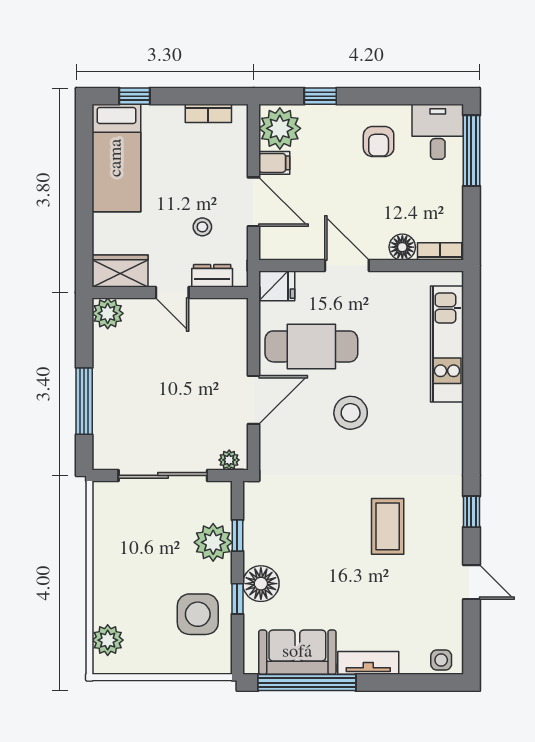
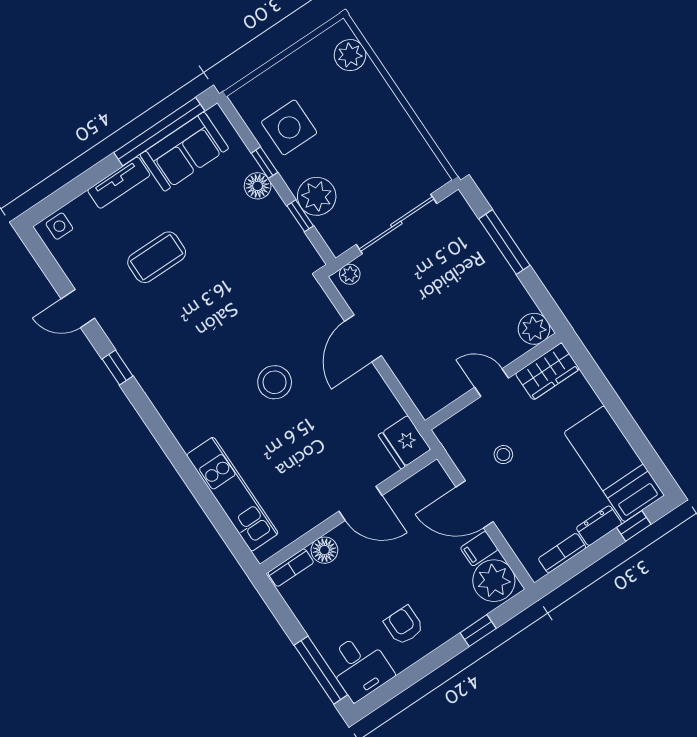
dresser: (212, 276) -> (599, 526), moved, turned 180
fridge: (277, 286) -> (404, 442), width x1.38
cafe table: (311, 346) -> (345, 416), removed
coffee table: (388, 526) -> (157, 257), moved, turned 90
floor lamp: (261, 584) -> (258, 186), width x0.73, depth x0.73

